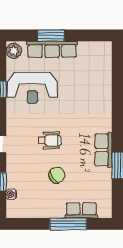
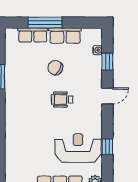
row of seats: (103, 150) -> (65, 36), moved, turned 90
chair: (57, 175) -> (55, 68), turned 62

